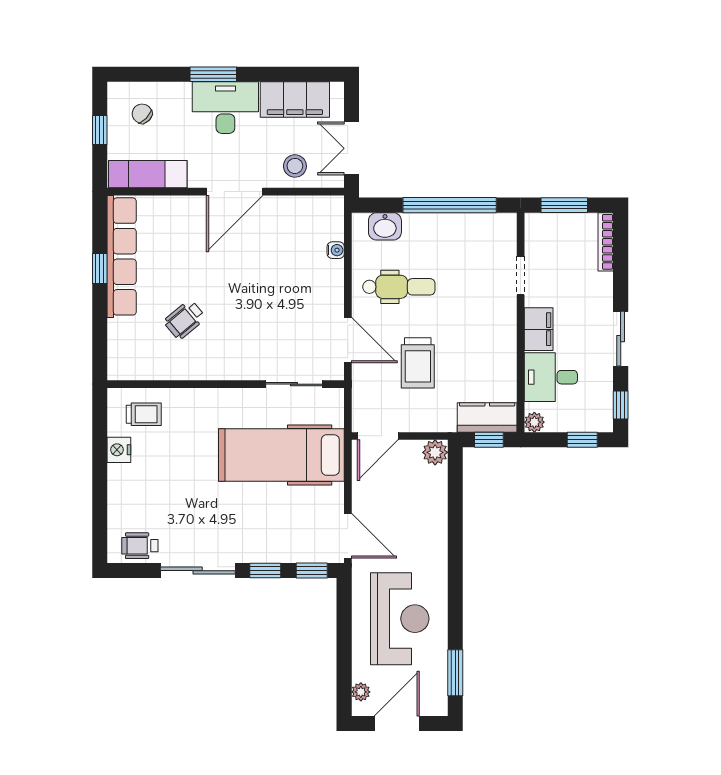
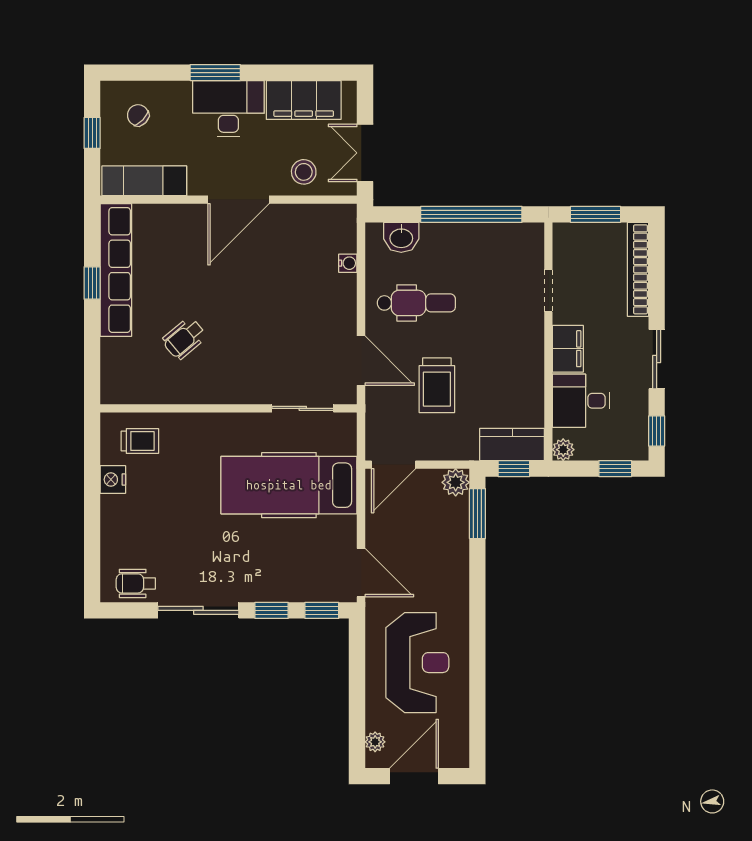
bookcase: (606, 242) -> (638, 269), width x1.48, depth x1.31
window: (455, 673) -> (477, 514), moved

